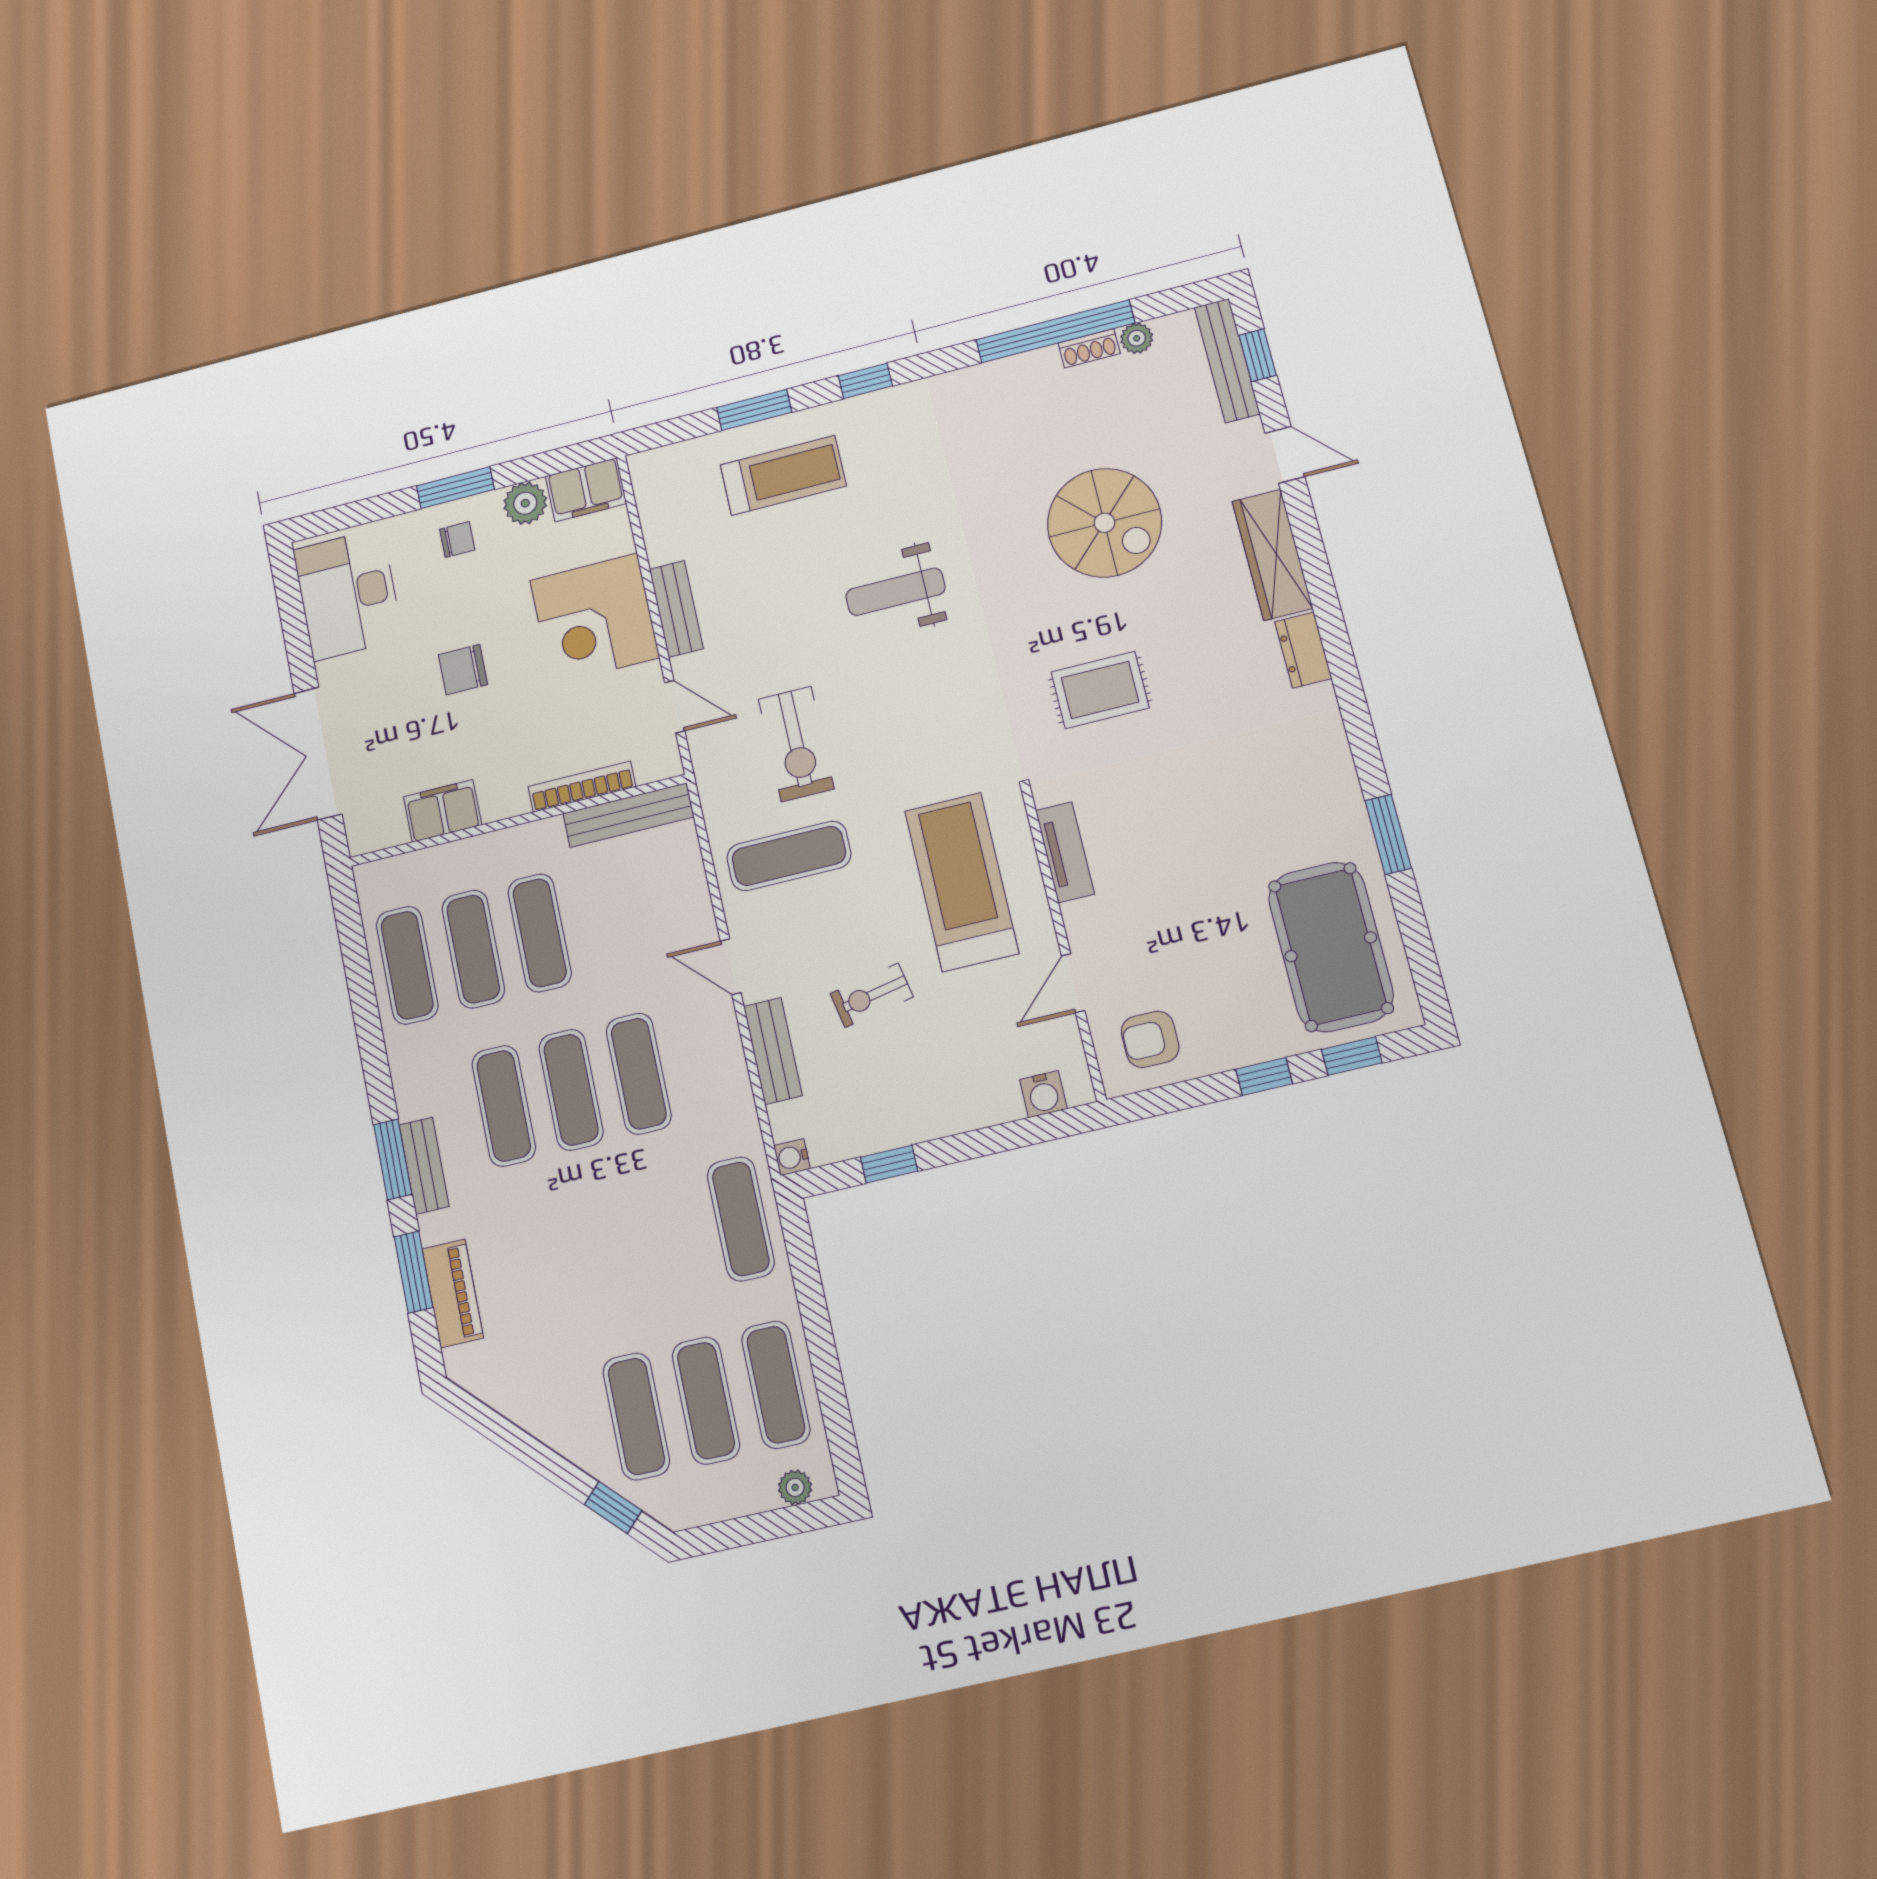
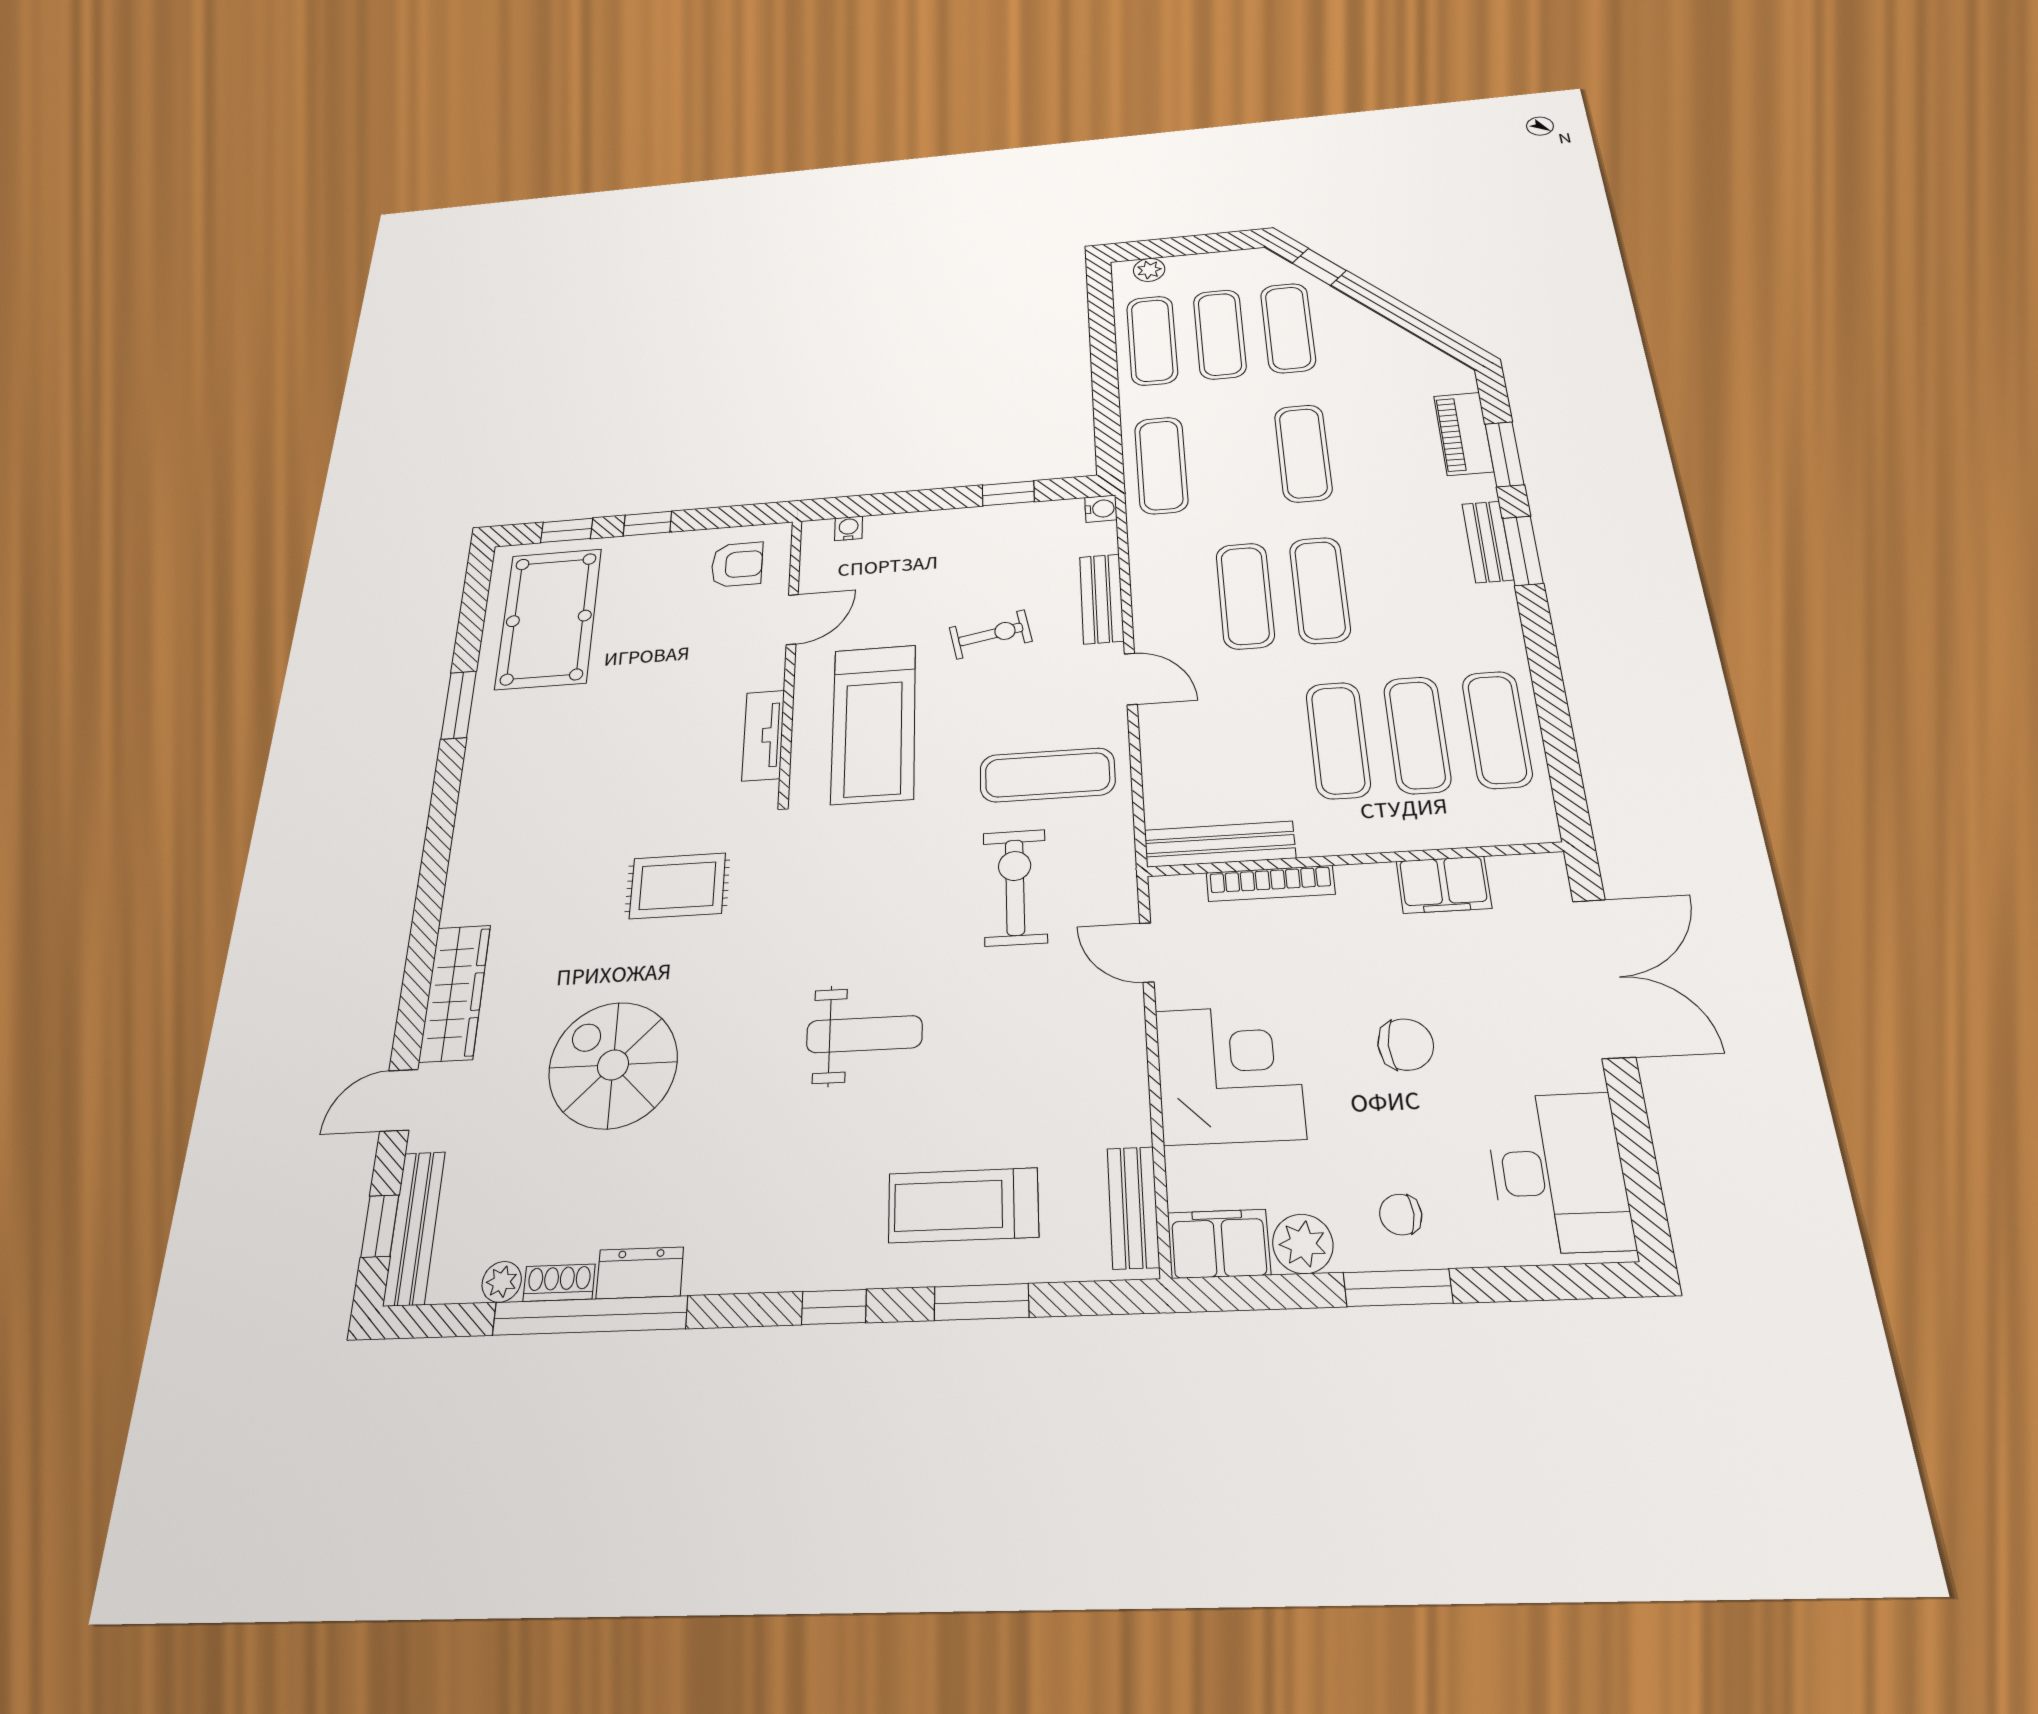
door: (1285, 455) -> (399, 1100), hinge flipped
bench: (676, 609) -> (1133, 1207), moved
dresser: (1303, 650) -> (640, 1273), moved, turned -90
water cooler: (1043, 1094) -> (849, 528), width x0.72, depth x0.72
exercise mat: (504, 1106) -> (1303, 453), moved

